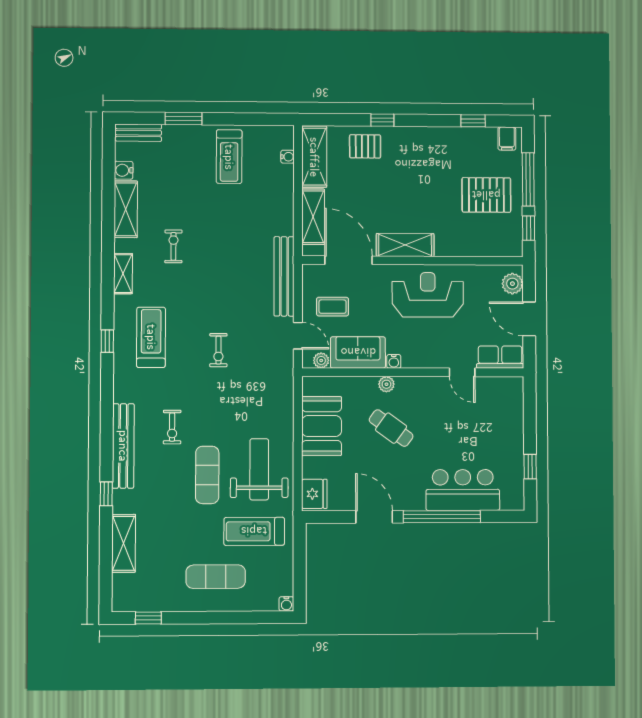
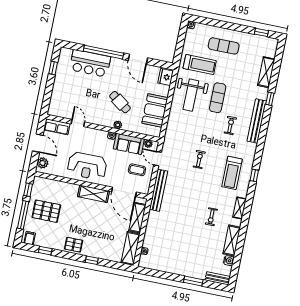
pallet: (365, 146) -> (74, 245), moved
treadmill: (229, 157) -> (174, 257), removed

